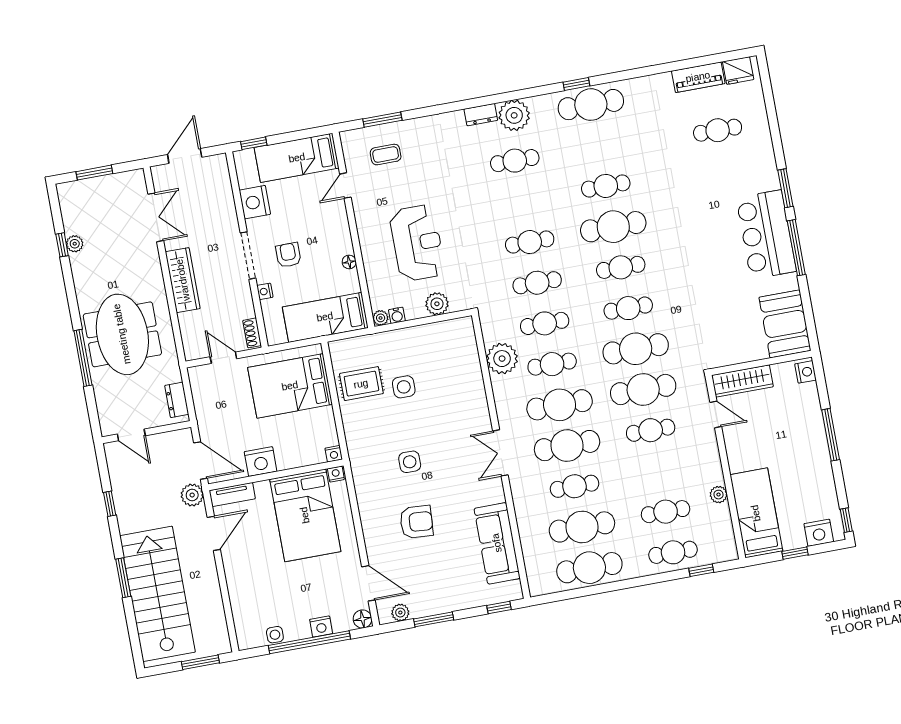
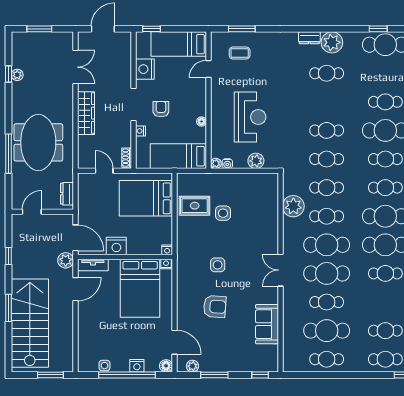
door: (131, 435) -> (32, 212), swing flipped
sofa: (497, 543) -> (267, 324), width x0.73
cafe table: (589, 568) -> (327, 359), width x0.73, depth x0.74

